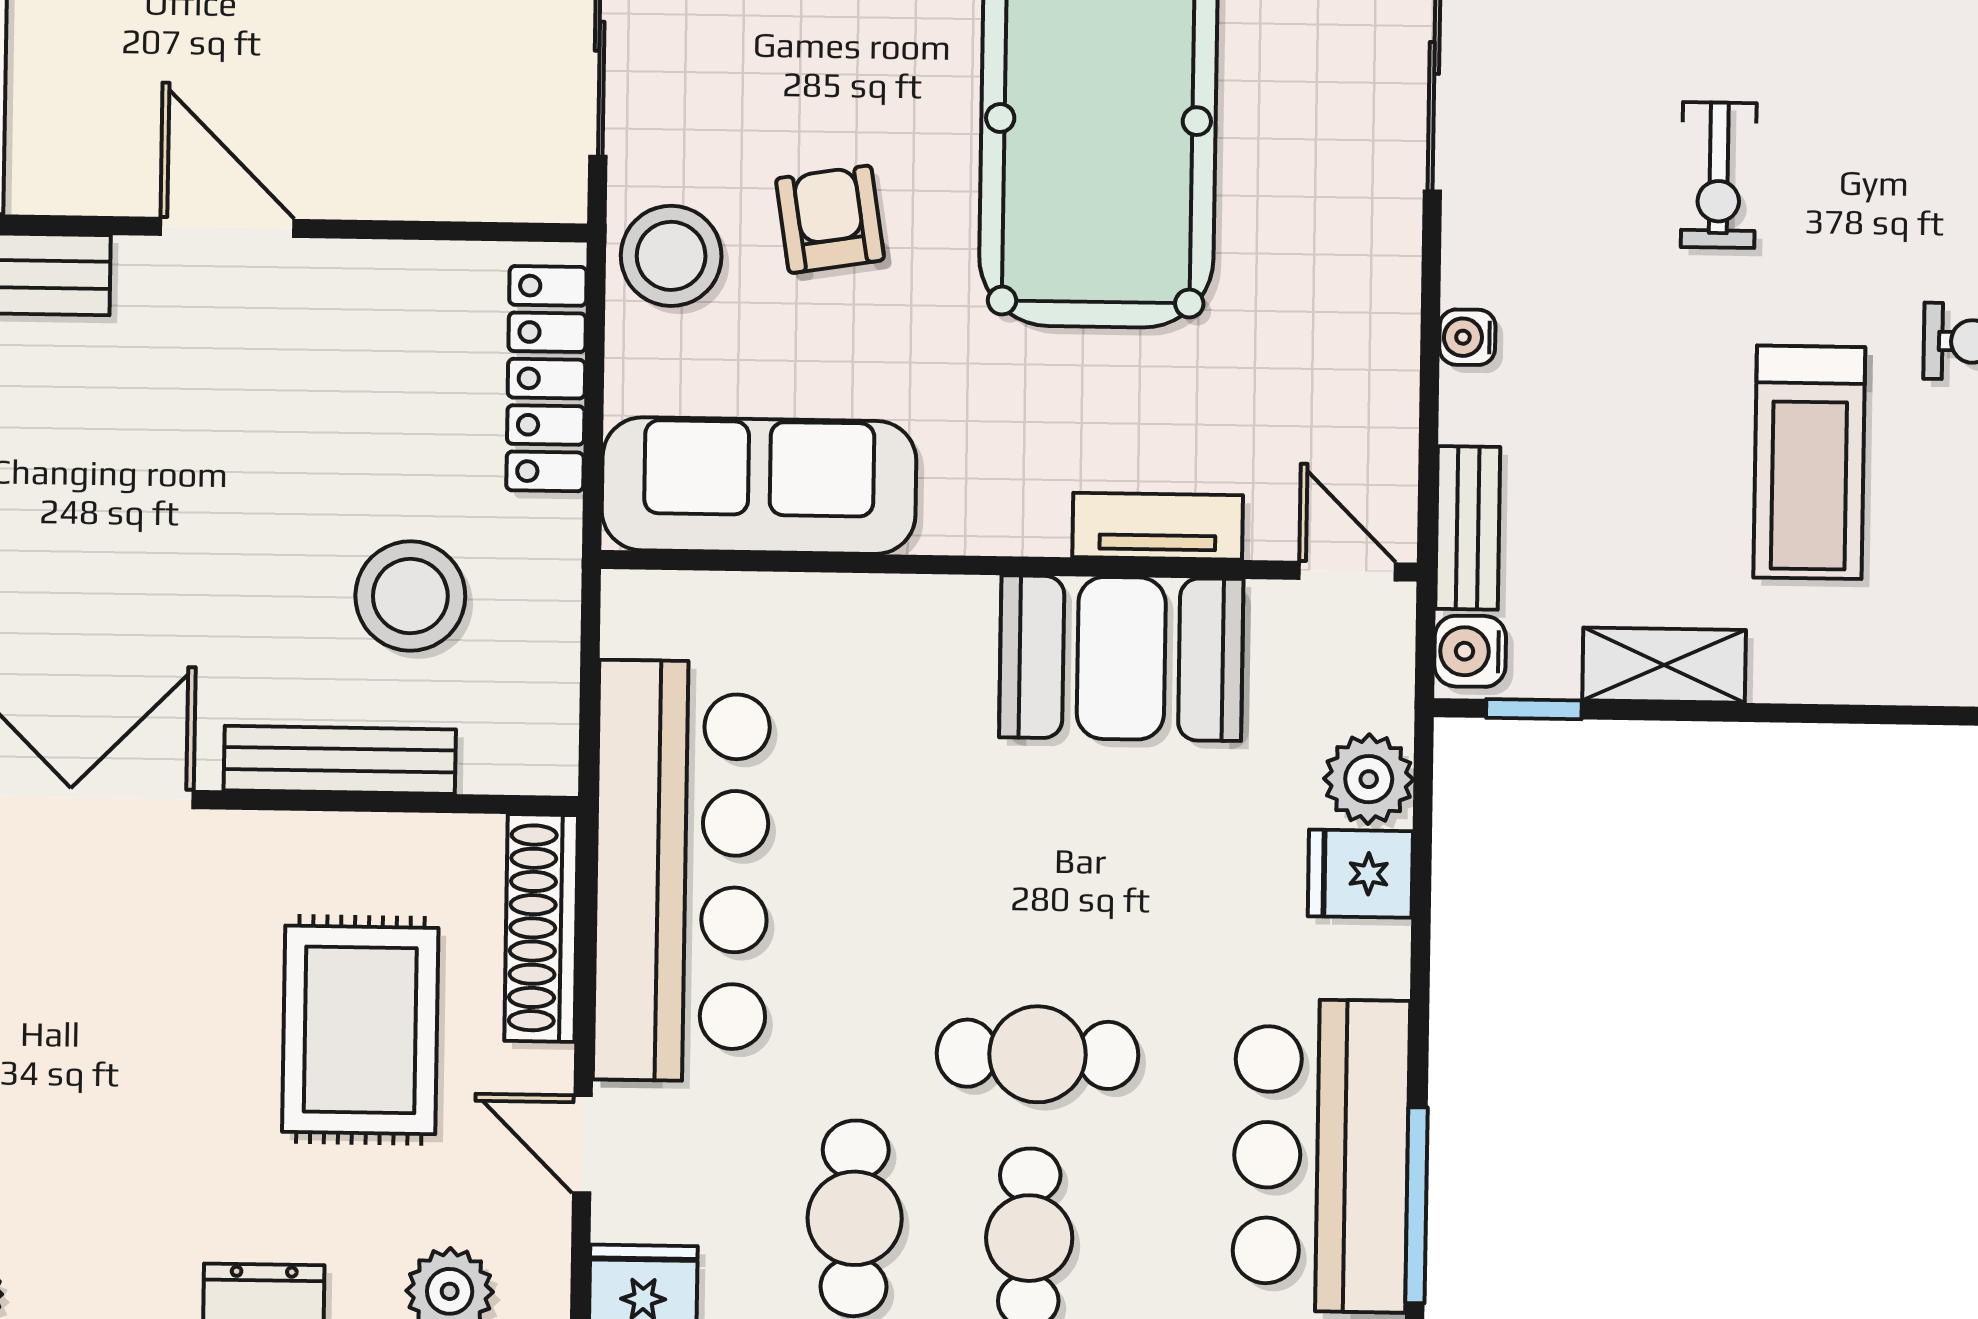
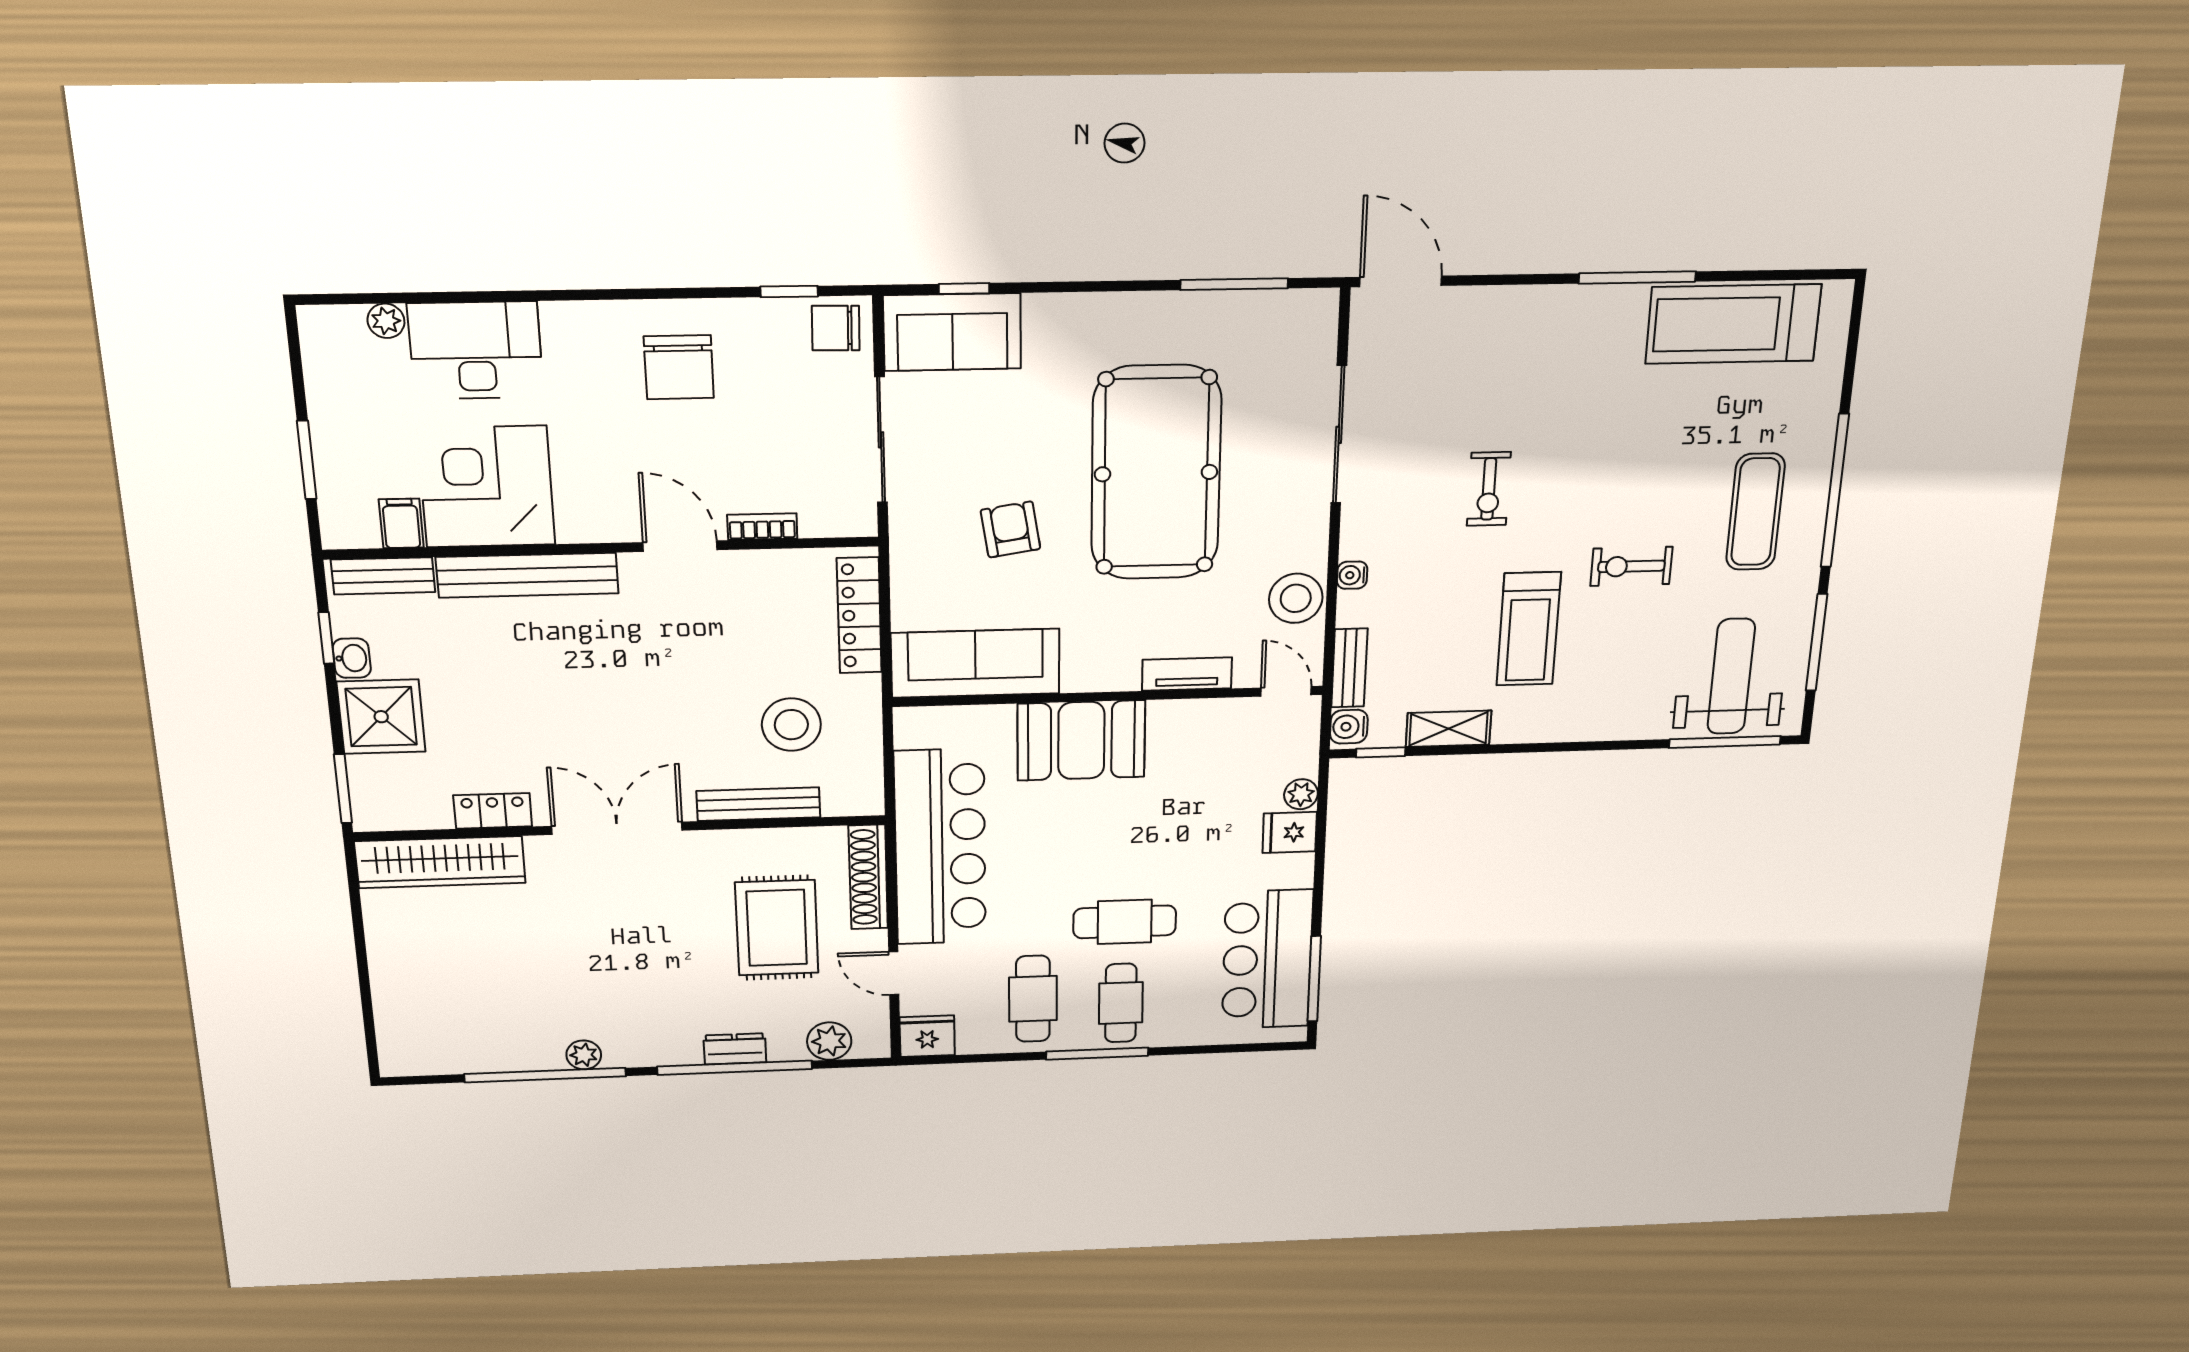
bookcase: (378, 195) -> (762, 527), added
stool: (671, 256) -> (1296, 598), moved
booth: (1121, 658) -> (1081, 740), moved
plant: (1369, 779) -> (1301, 794), width x0.73, depth x0.73

